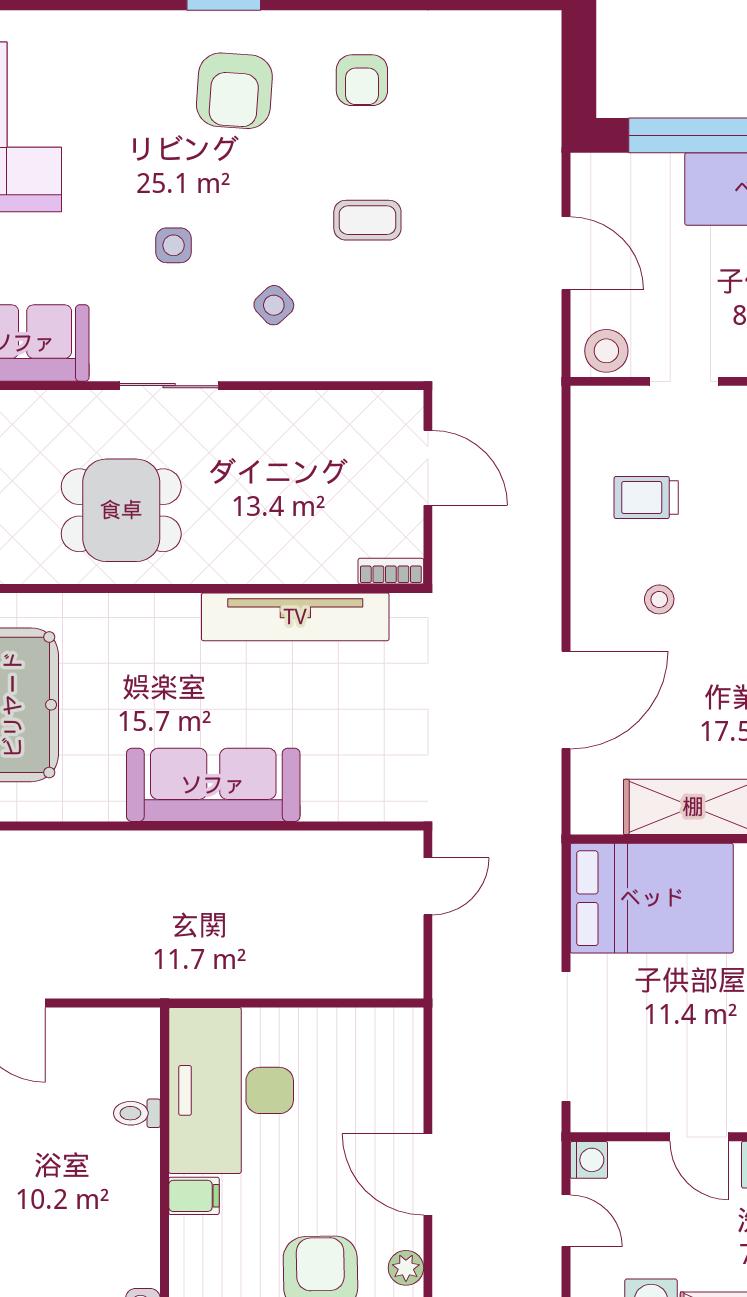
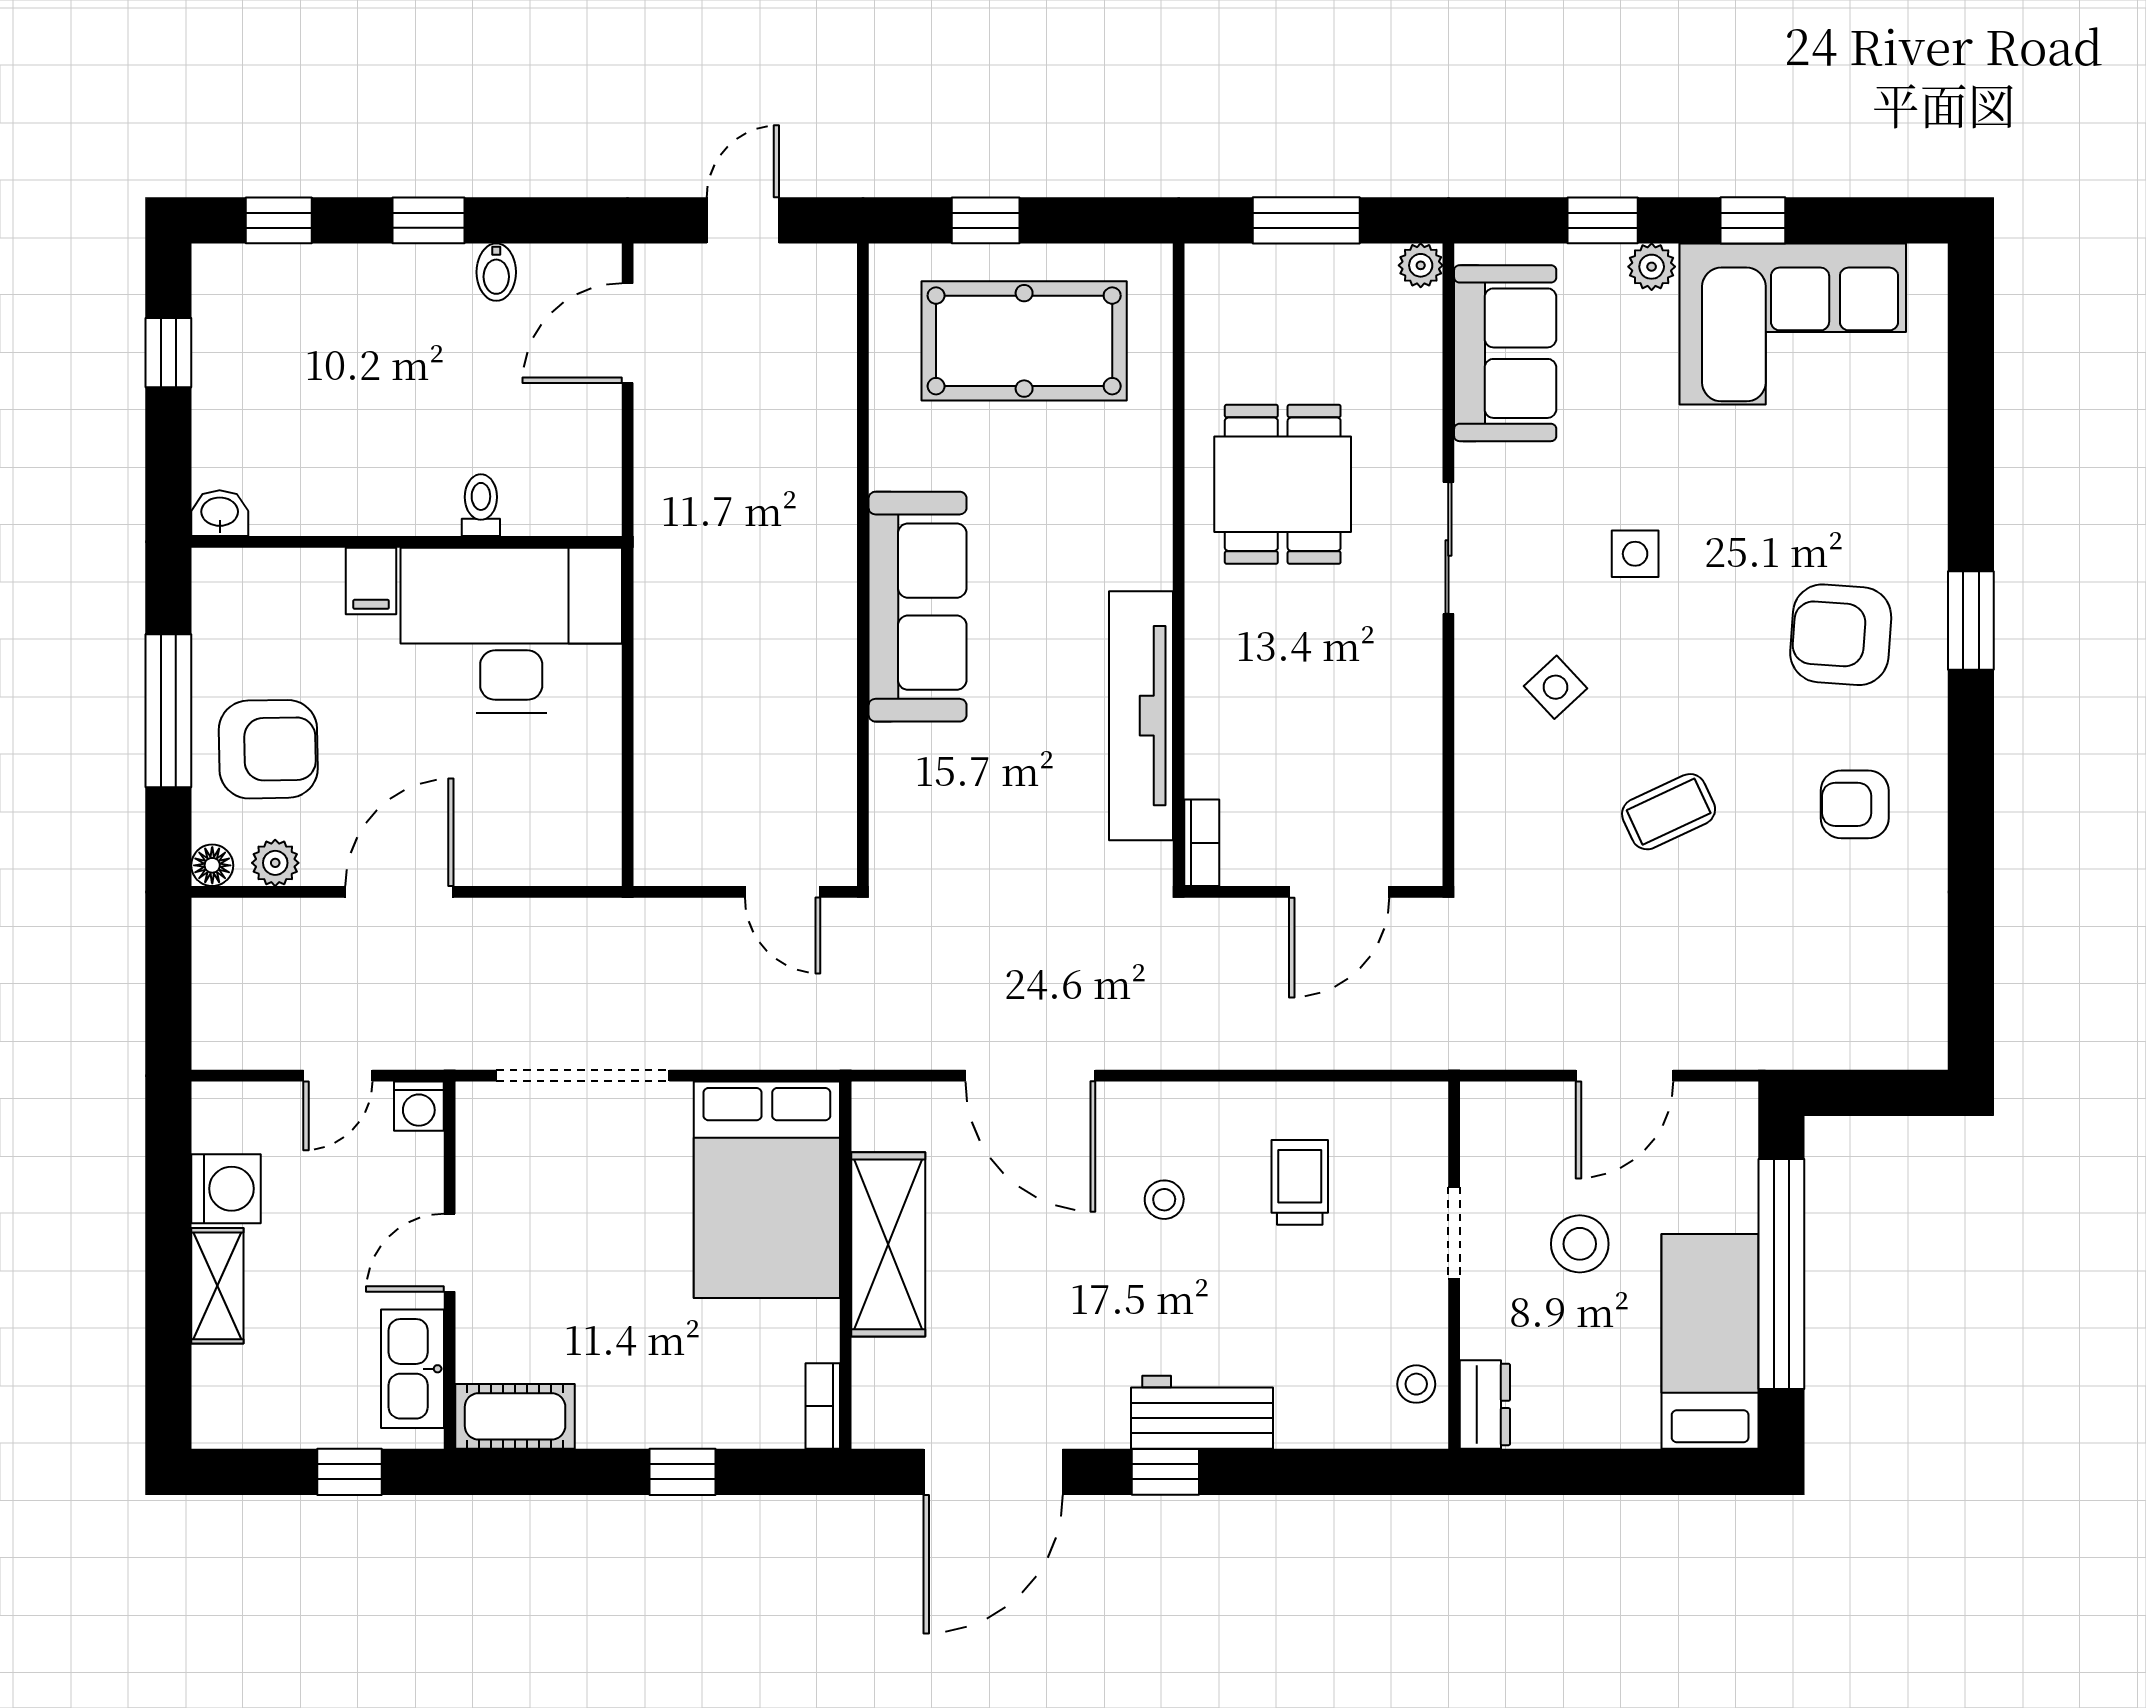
coffee table: (367, 220) -> (1669, 812), turned 65
stool: (606, 351) -> (1580, 1244), moved

